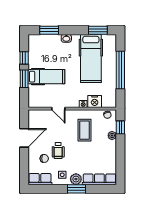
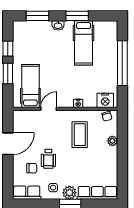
window: (98, 30) -> (77, 16), moved
hospital bed: (91, 58) -> (84, 43), width x0.73, depth x0.78
hospital bed: (46, 77) -> (30, 86), moved, turned -90
nightstand: (95, 101) -> (105, 100), moved
door: (58, 109) -> (49, 109), swing flipped
window: (120, 127) -> (122, 131), removed

